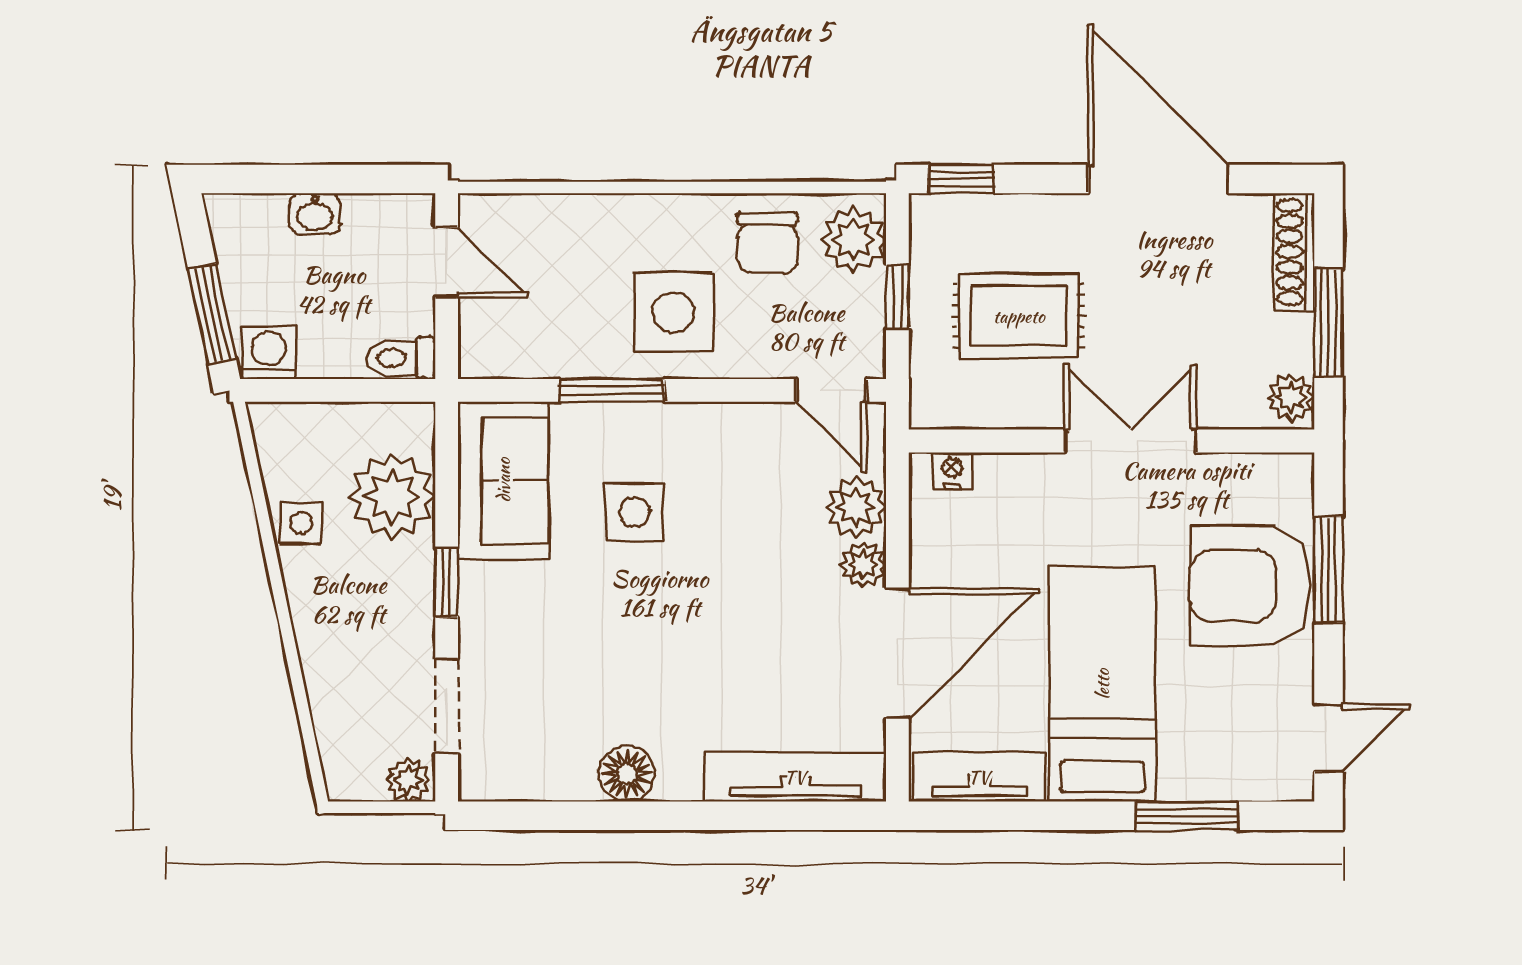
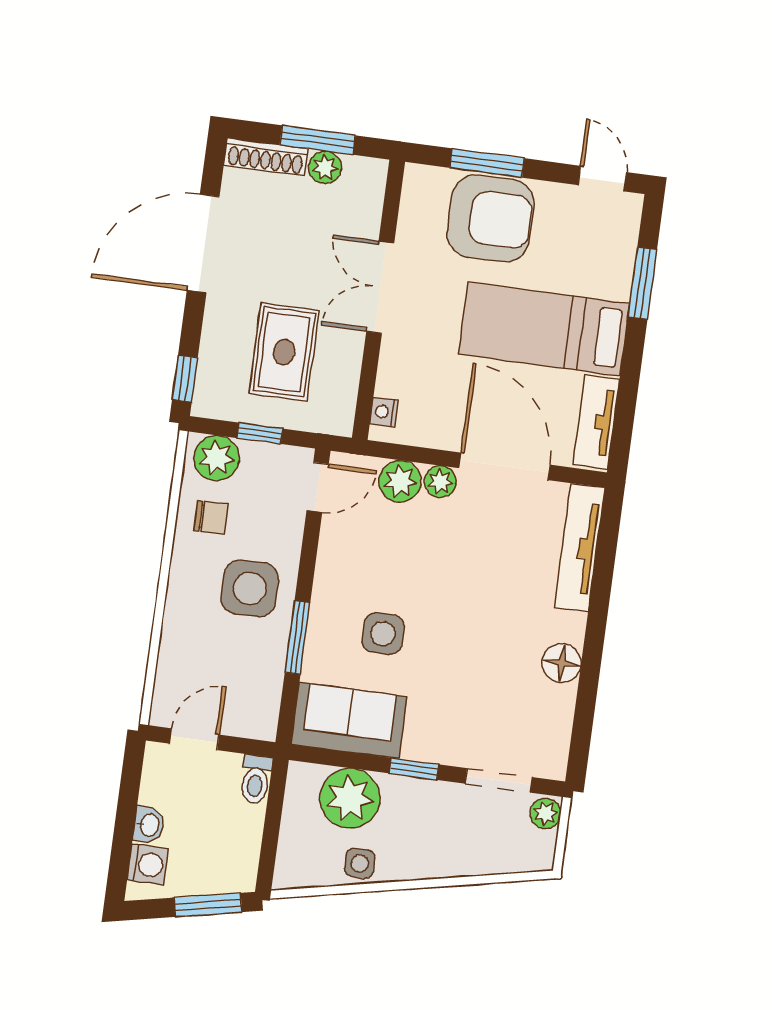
chair: (768, 243) -> (211, 517), width x0.73, depth x0.73
washing machine: (269, 352) -> (148, 864), moved, turned 180
plant: (1291, 397) -> (325, 167), moved
armchair: (1250, 586) -> (490, 218), turned -90

